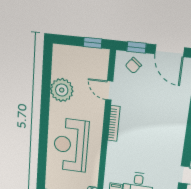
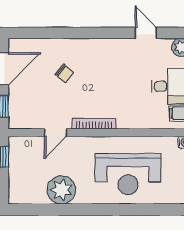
chair: (133, 65) -> (65, 73), moved

